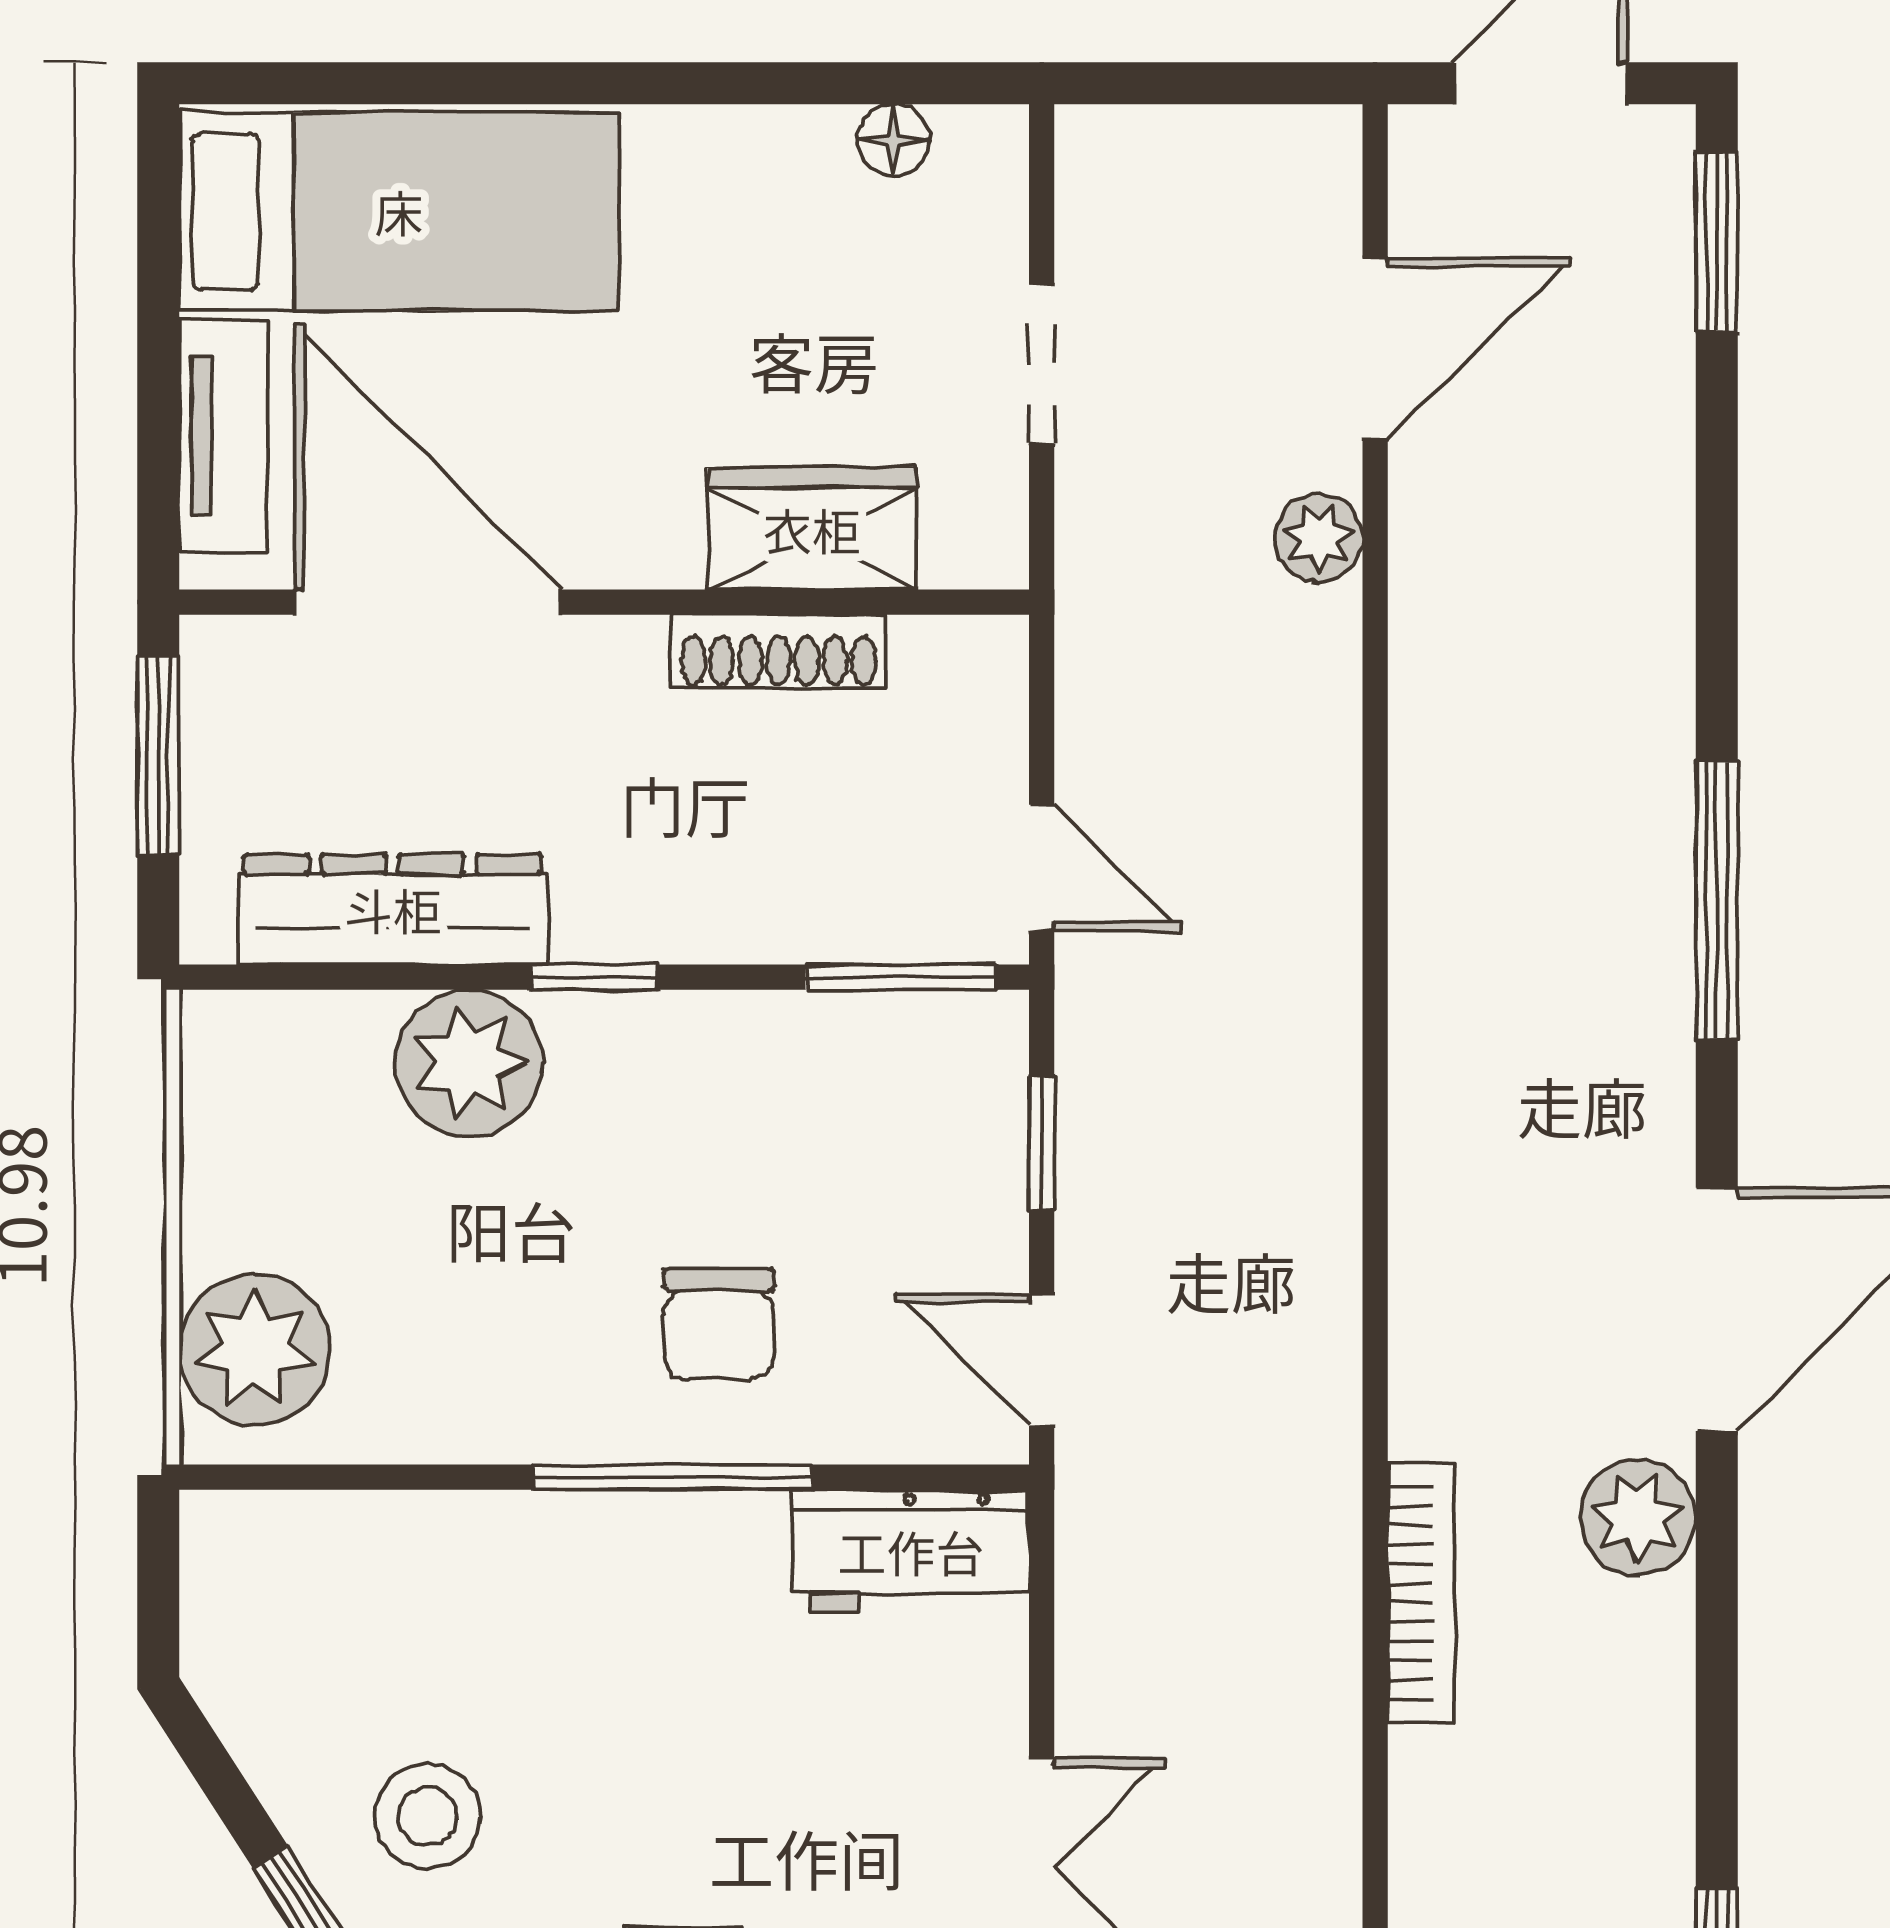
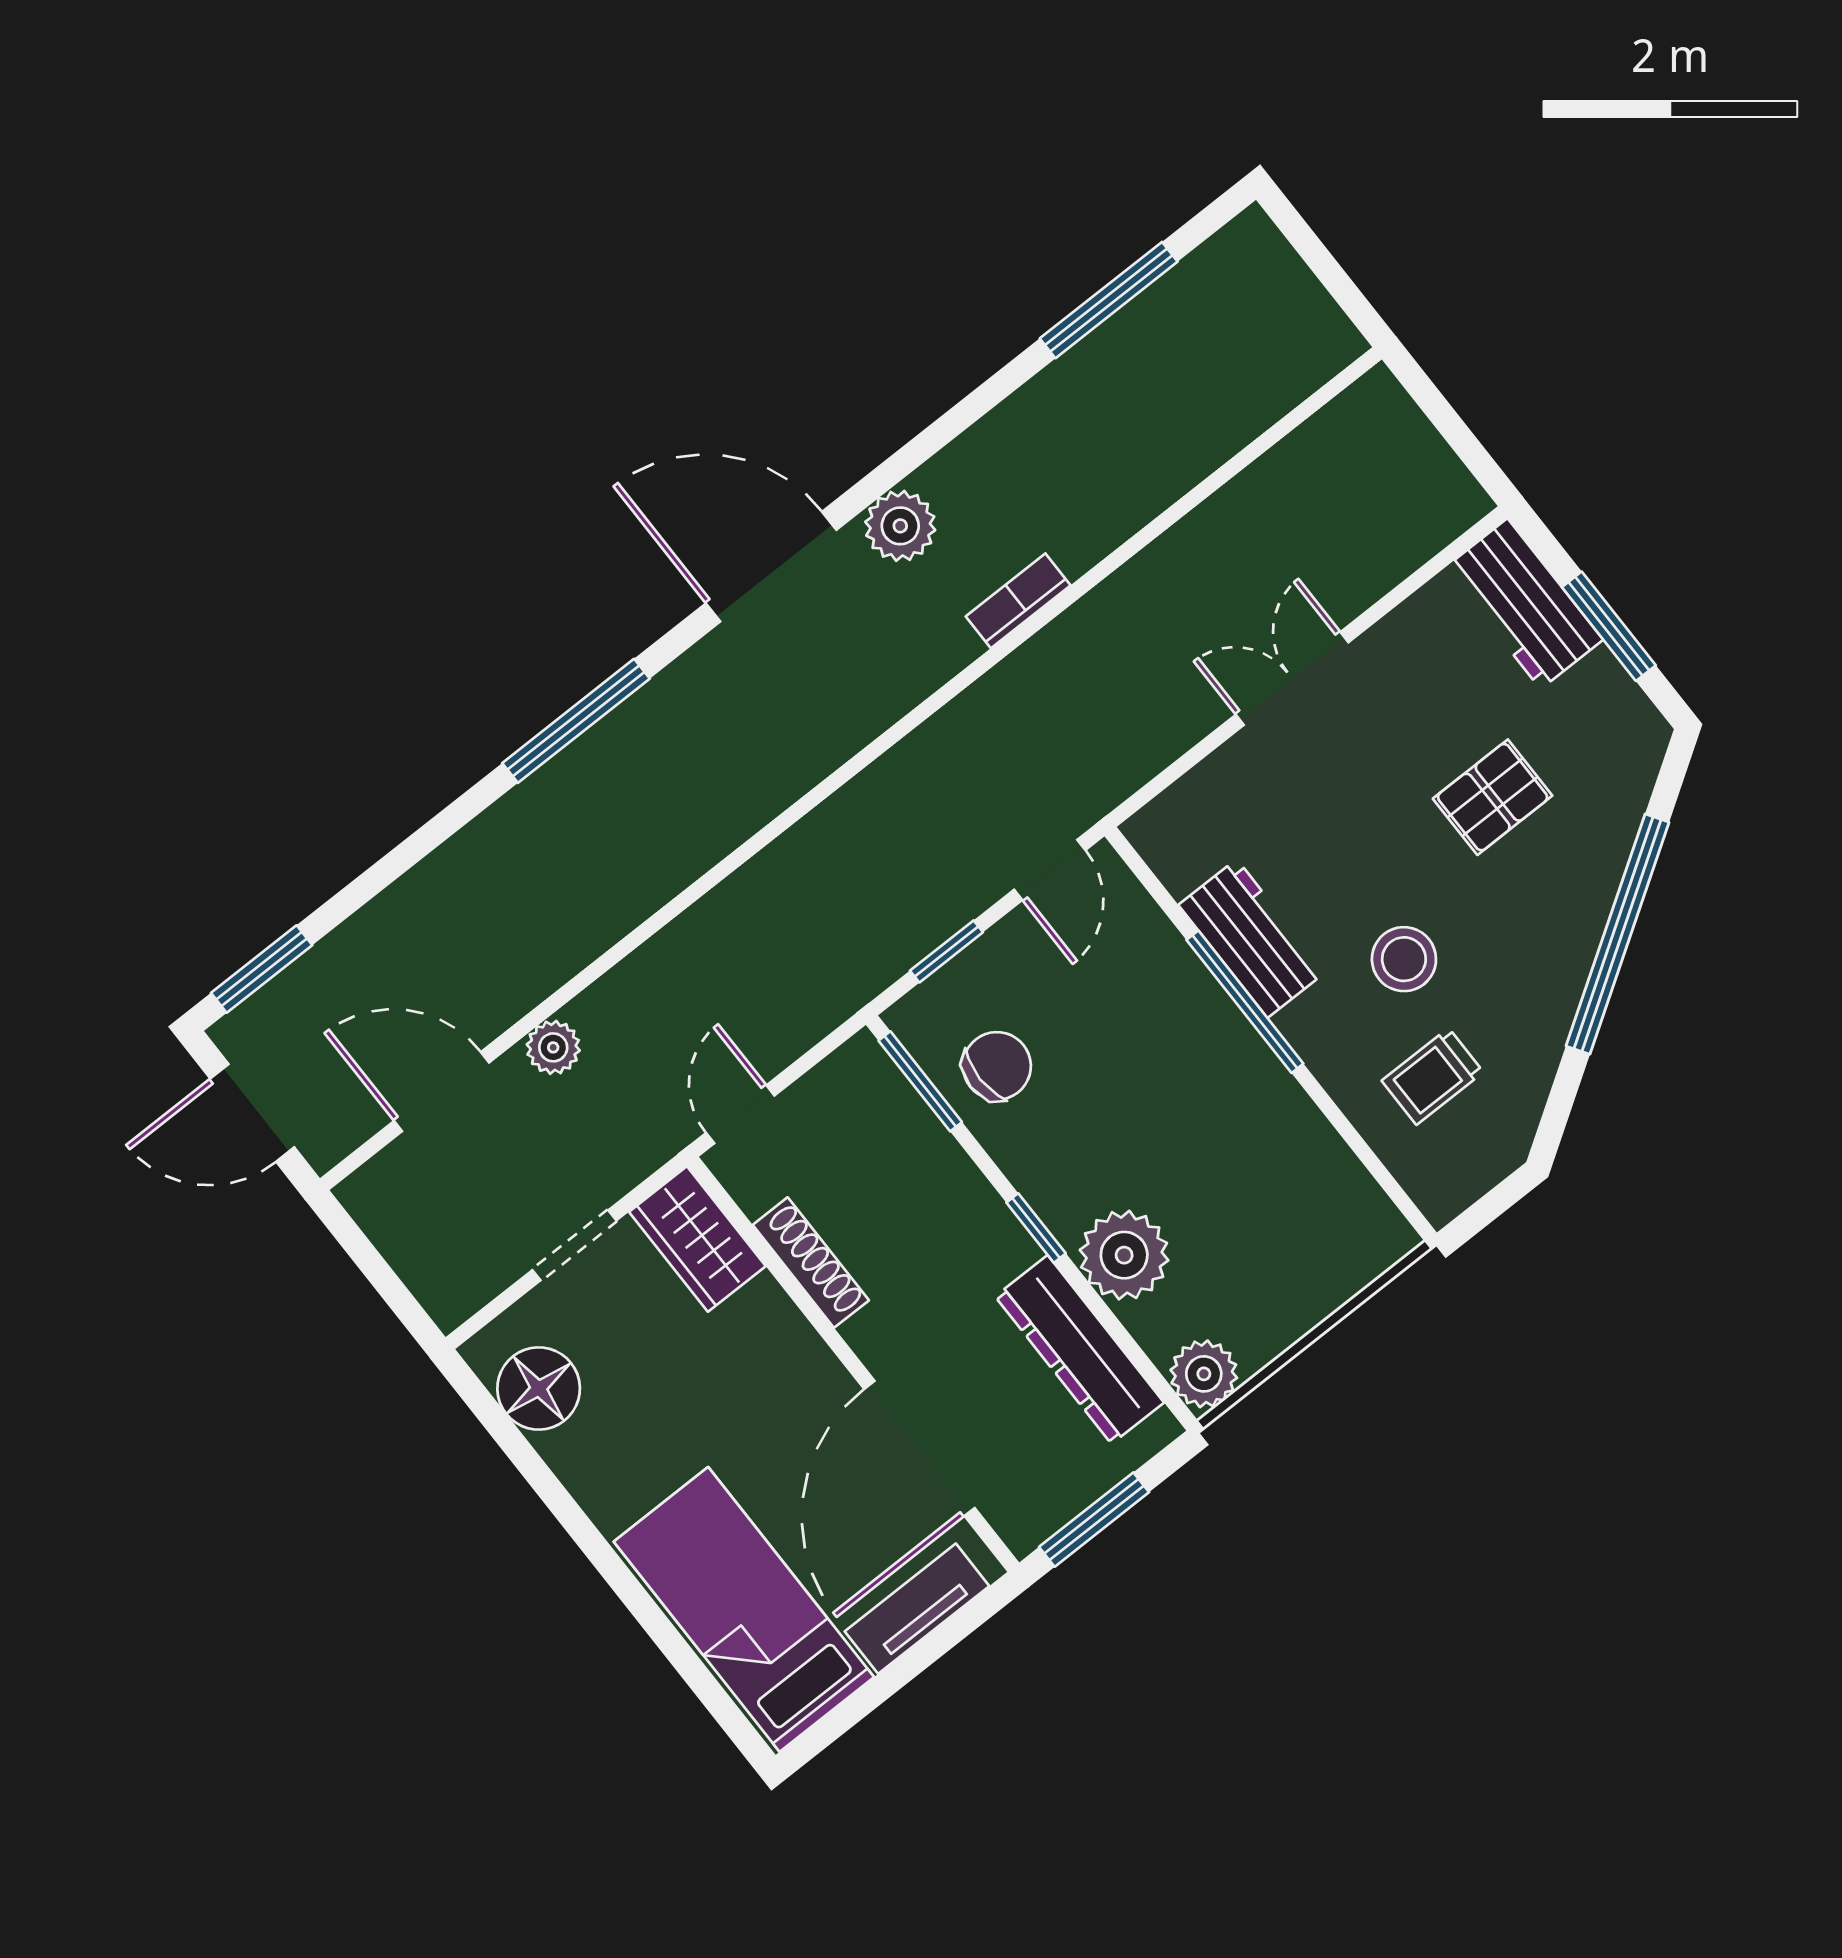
floor lamp: (893, 140) -> (539, 1388), width x1.89, depth x1.89
wardrobe: (812, 529) -> (697, 1239), moved
door: (1042, 868) -> (740, 1114), moved
chair: (719, 1324) -> (997, 1066), moved
plant: (254, 1350) -> (1204, 1374), moved, width x0.73, depth x0.73
workbench: (911, 1551) -> (1252, 938), moved
bookcase: (1421, 1593) -> (1018, 601), width x0.64
trolley: (385, 1643) -> (1432, 1076), added
stool: (428, 1816) -> (1404, 959), moved

